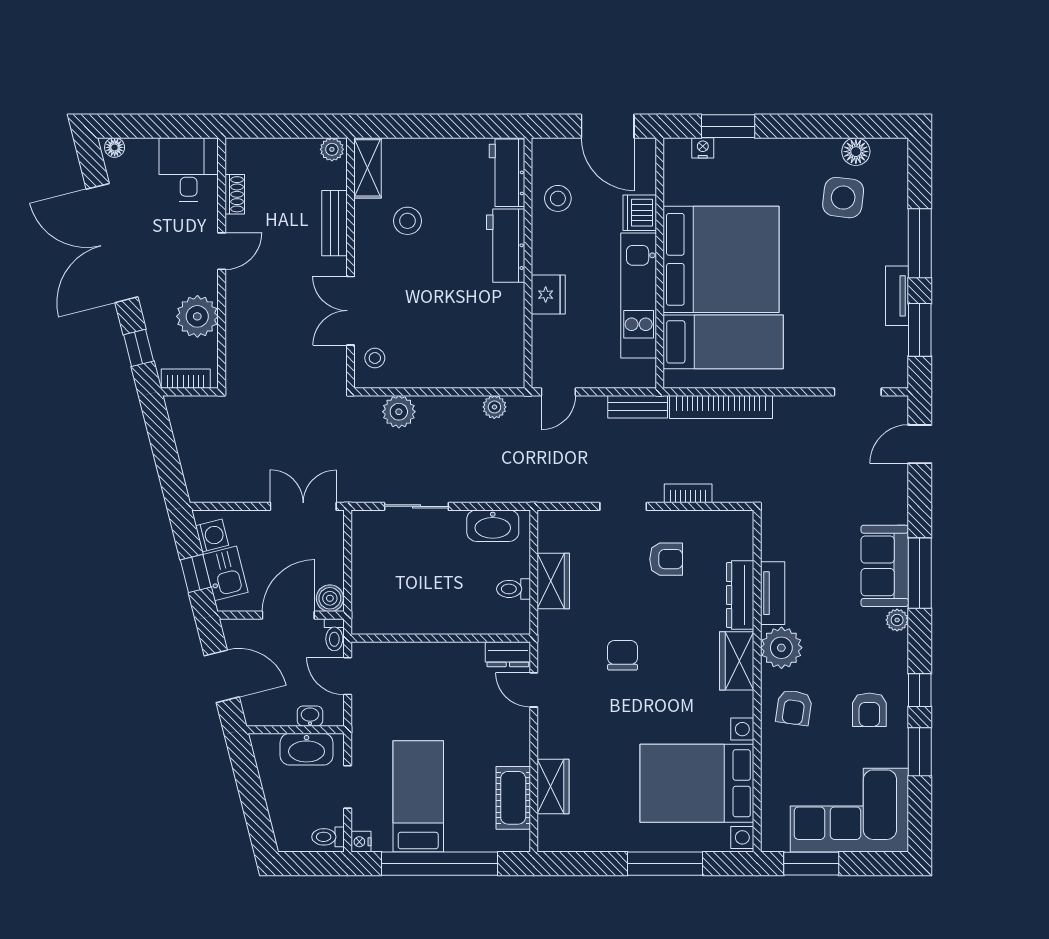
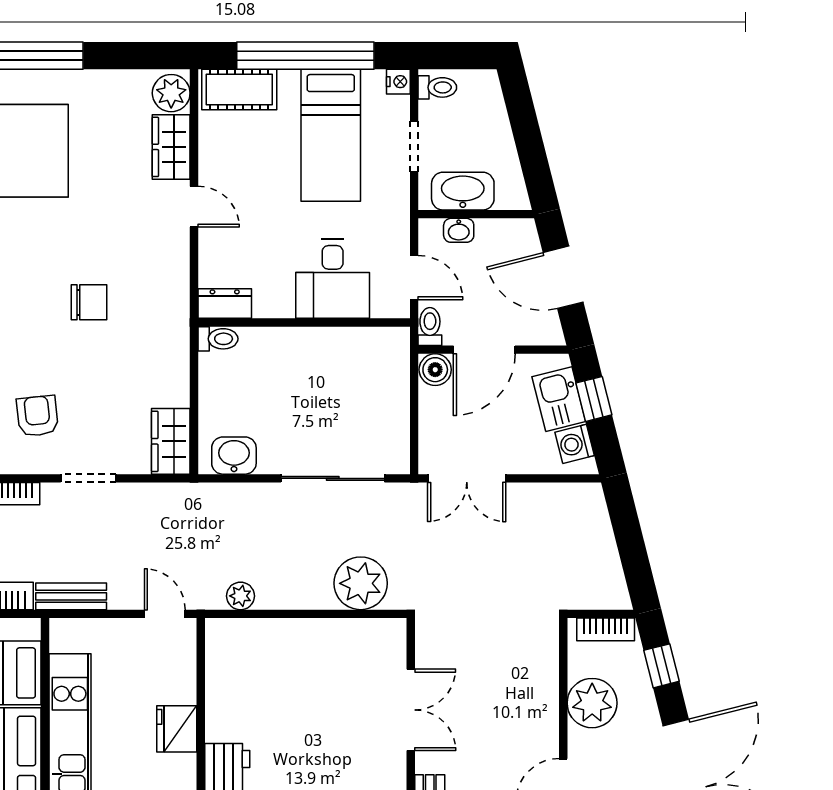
stool: (375, 358) -> (382, 654), removed
door: (558, 392) -> (165, 614), hinge flipped
plant: (399, 412) -> (361, 583), width x1.36, depth x1.36
sliding door: (416, 506) -> (333, 478), width x1.37
washbasin: (493, 526) -> (234, 456), width x0.72
armchair: (666, 559) -> (37, 416), turned 84
wardrobe: (553, 581) -> (171, 441), moved
toilet: (514, 589) -> (218, 339), moved
chair: (623, 655) -> (89, 302), turned -90
desk: (417, 675) -> (333, 279), added
door: (534, 690) -> (194, 207), moved
cot: (513, 798) -> (239, 89), moved, turned 90
plant: (553, 832) -> (171, 93), added

